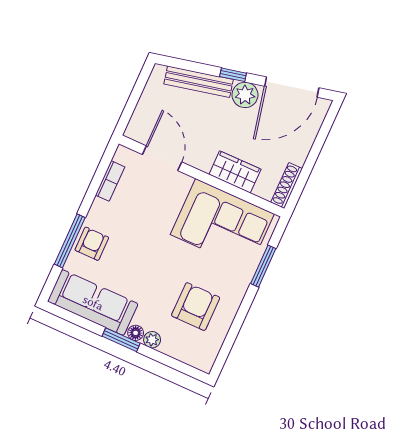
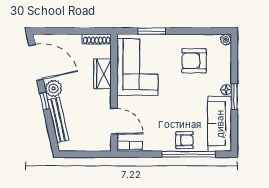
door: (162, 158) -> (114, 121), swing flipped
bookcase: (110, 181) -> (130, 146), moved
window: (70, 241) -> (189, 154), width x1.46
armchair: (92, 244) -> (184, 140), turned 180
plant: (152, 340) -> (226, 40), moved

